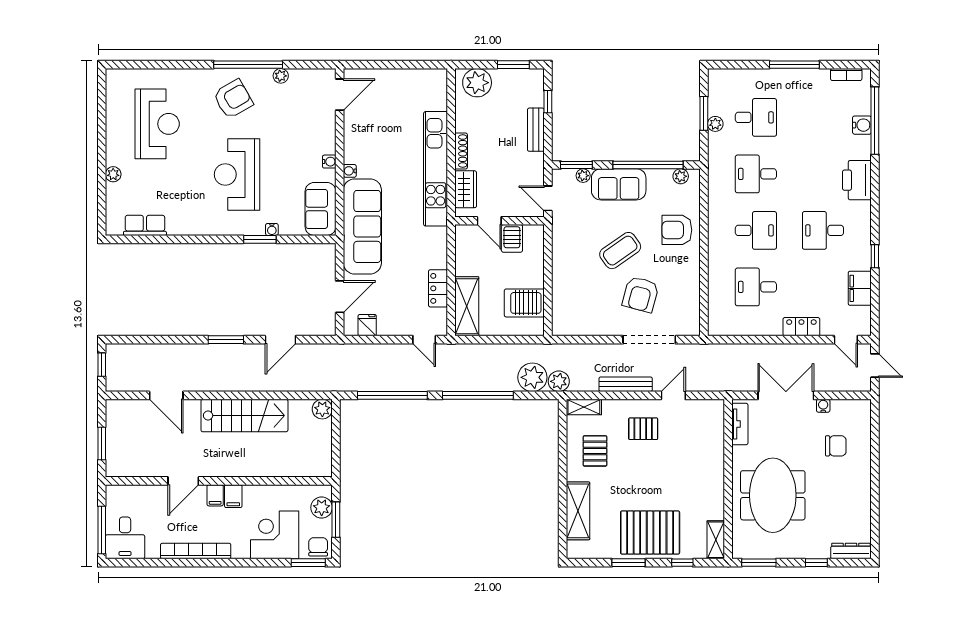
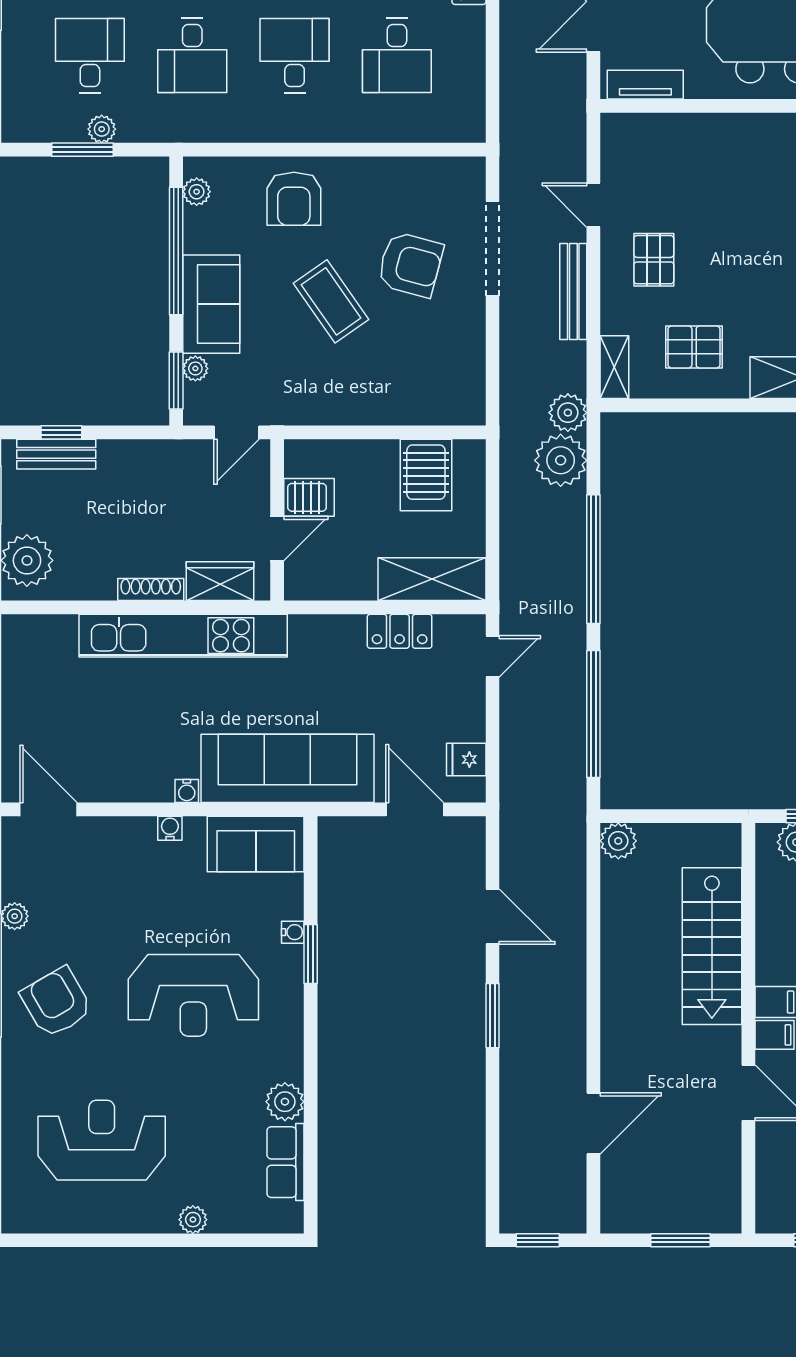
bench: (536, 130) -> (56, 454), moved
plant: (178, 225) -> (285, 1102), added
stairs: (244, 416) -> (712, 946), moved, turned 180

